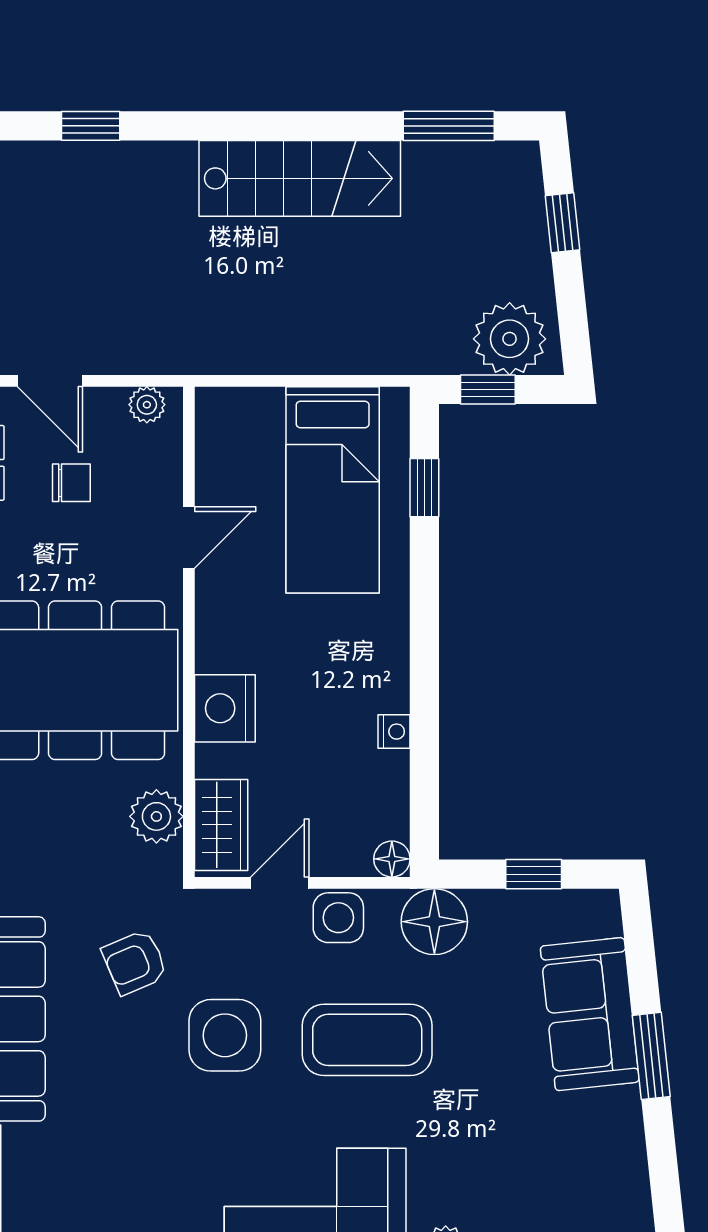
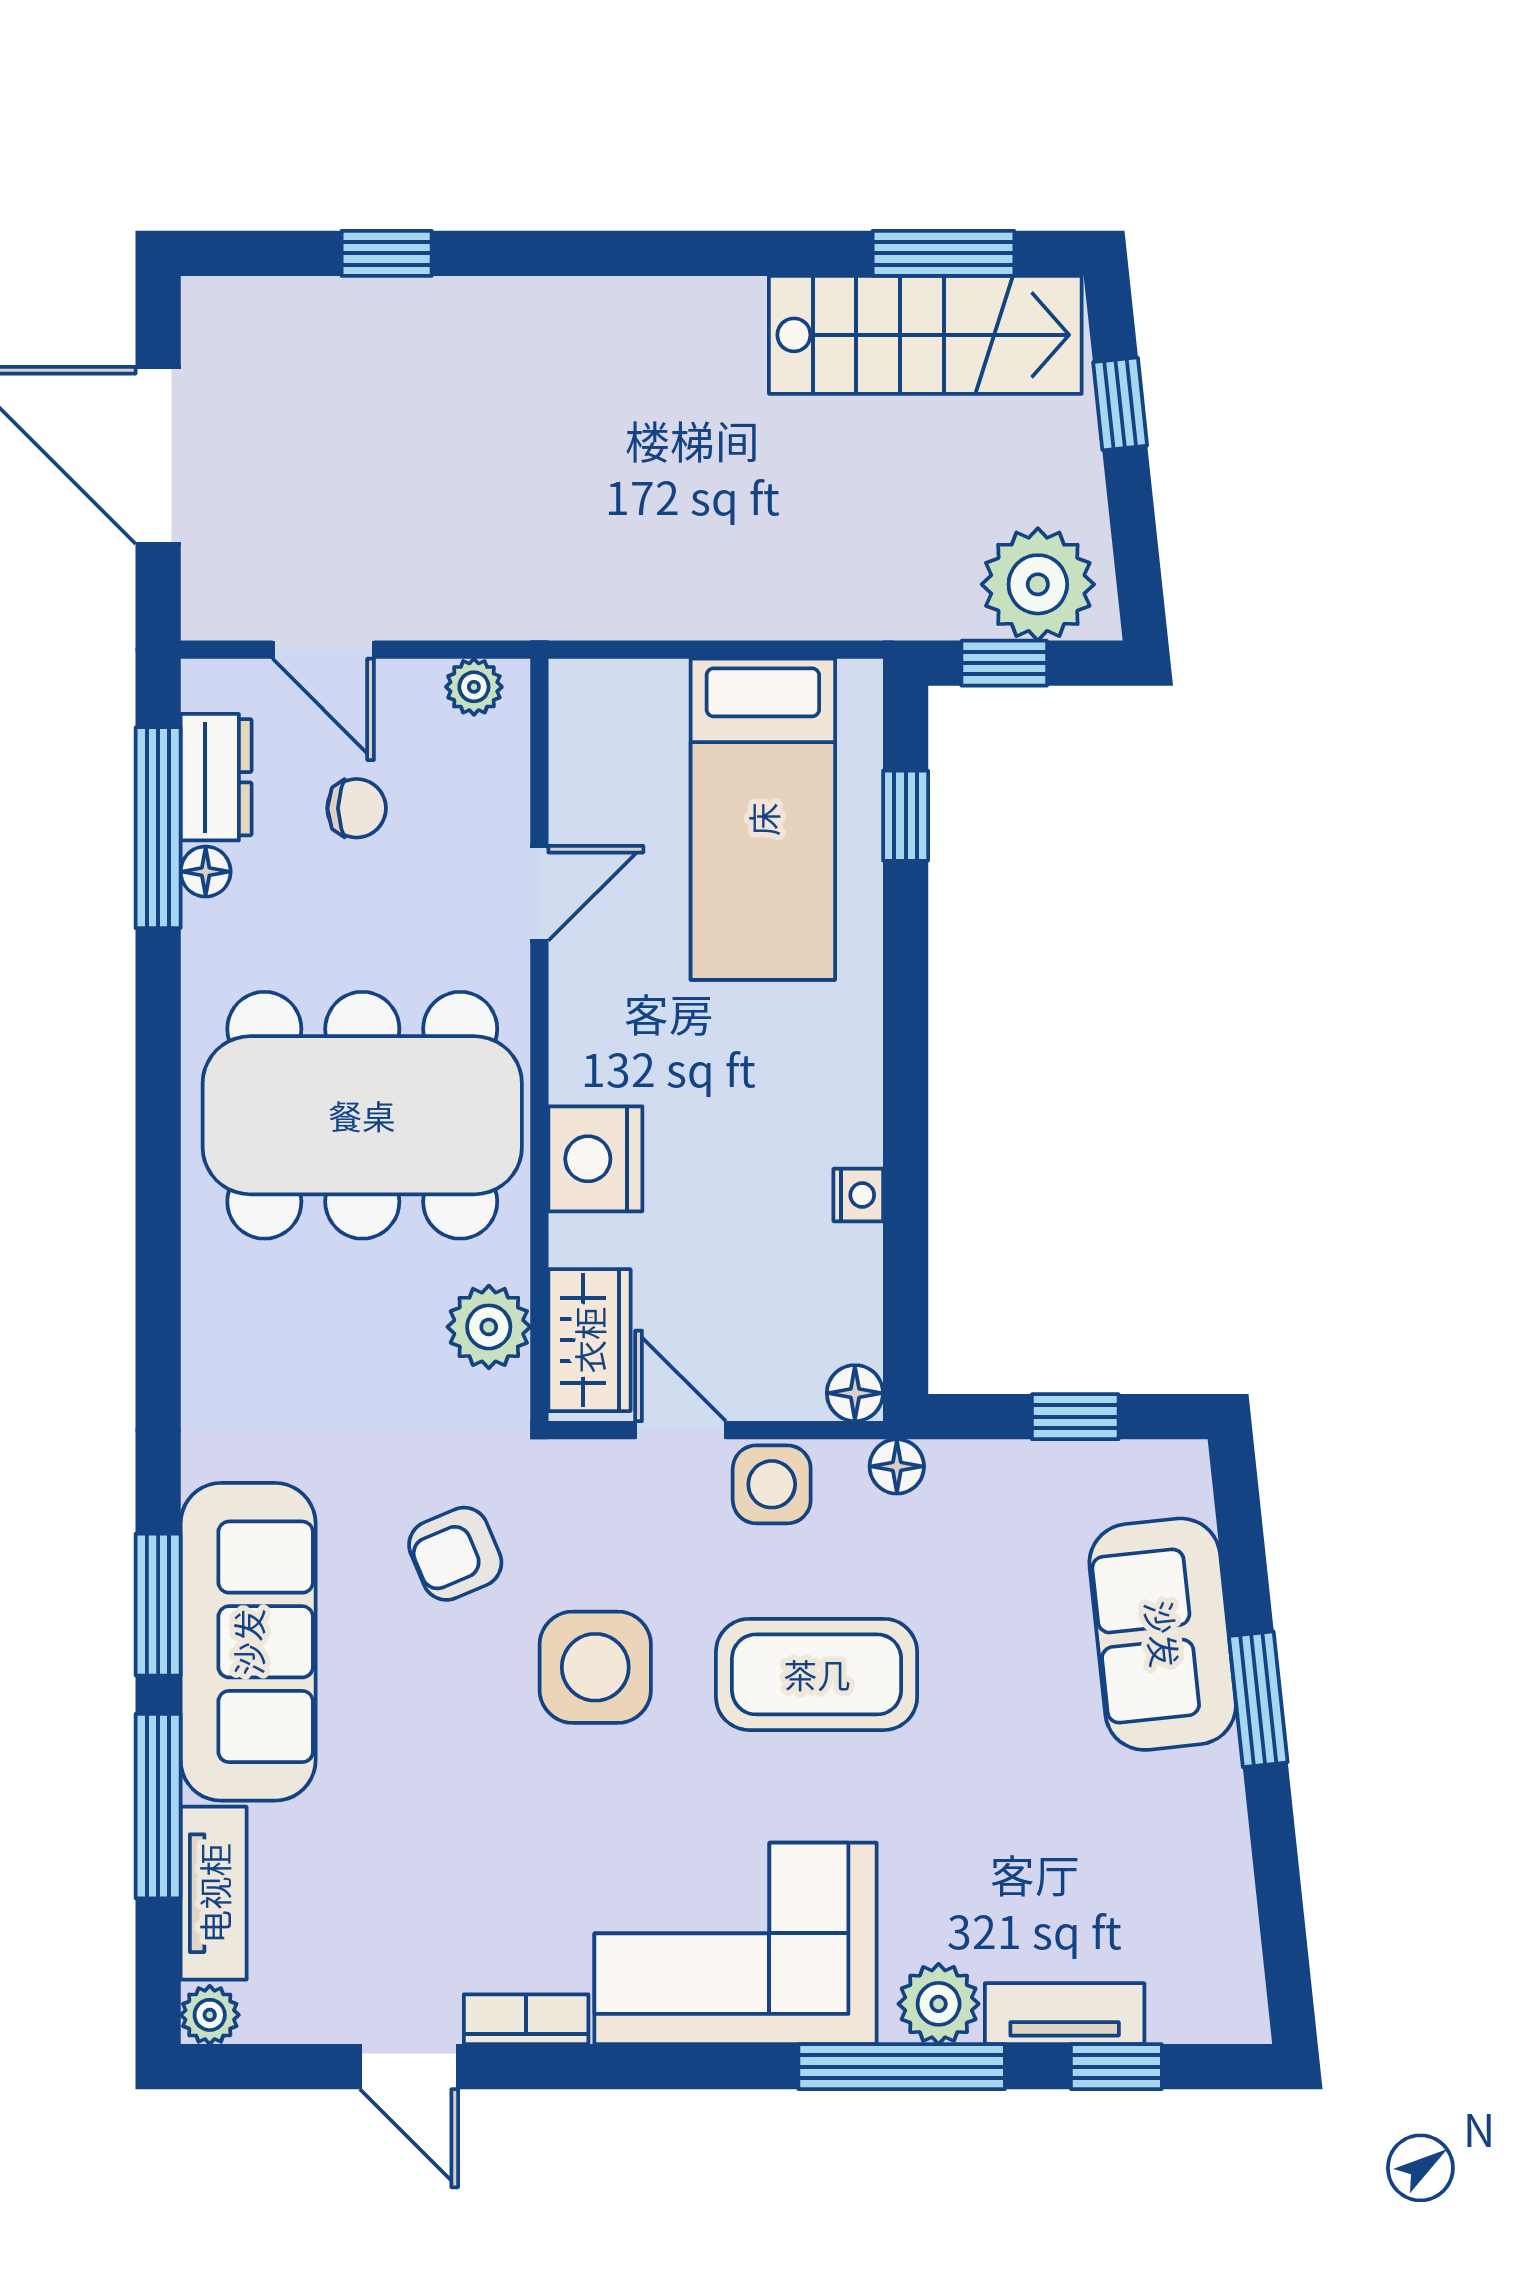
stairs: (300, 178) -> (925, 335), moved
door: (280, 883) -> (680, 1430), hinge flipped
floor lamp: (434, 922) -> (897, 1466), width x0.53, depth x0.53

